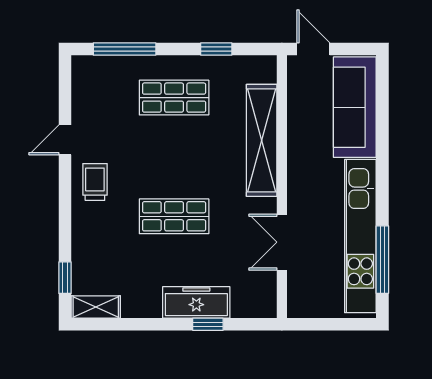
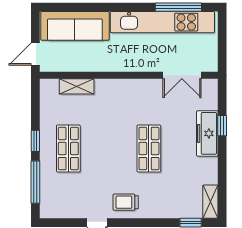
window: (216, 49) -> (35, 141), moved
shelving: (262, 140) -> (77, 86), width x0.45, depth x0.75
double door: (282, 242) -> (182, 75), moved

